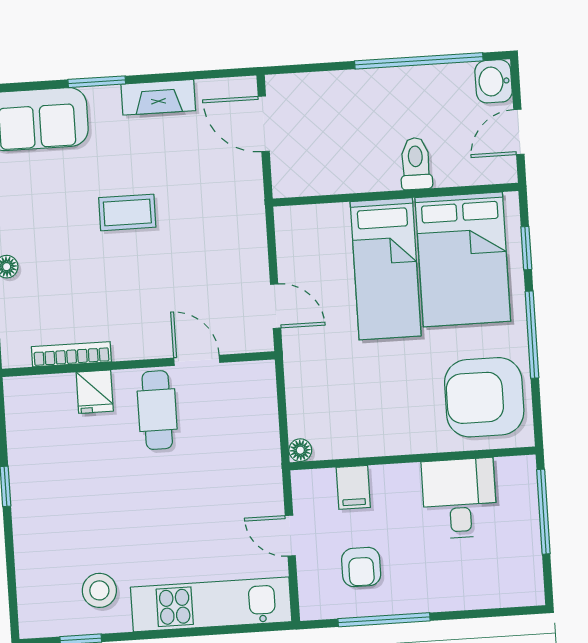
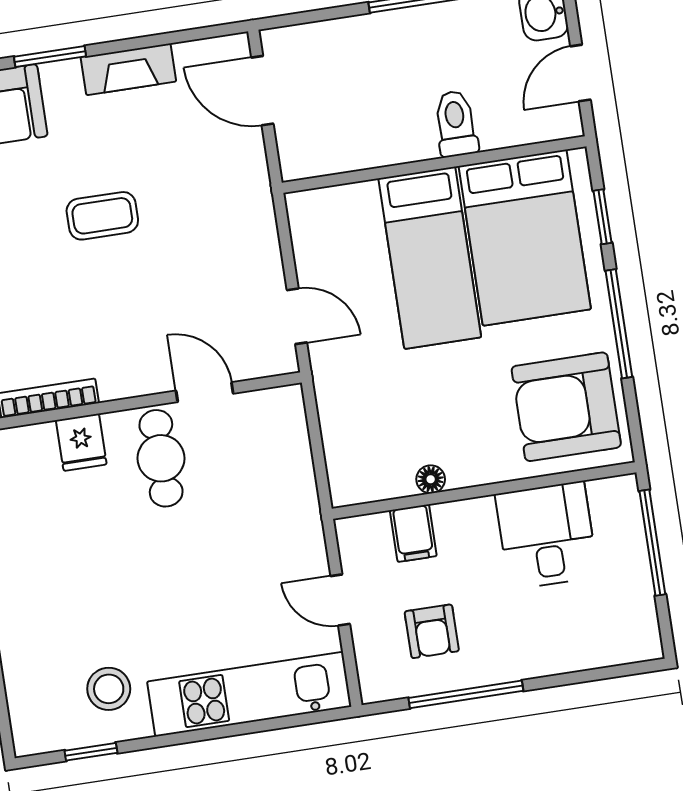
floor lamp: (300, 450) -> (431, 479), moved

